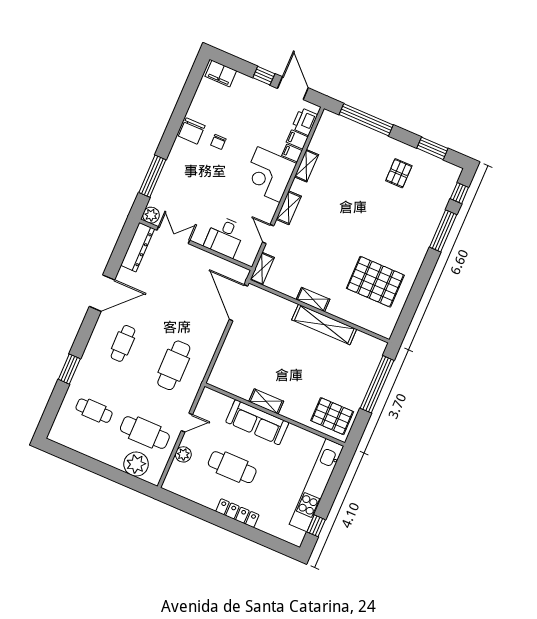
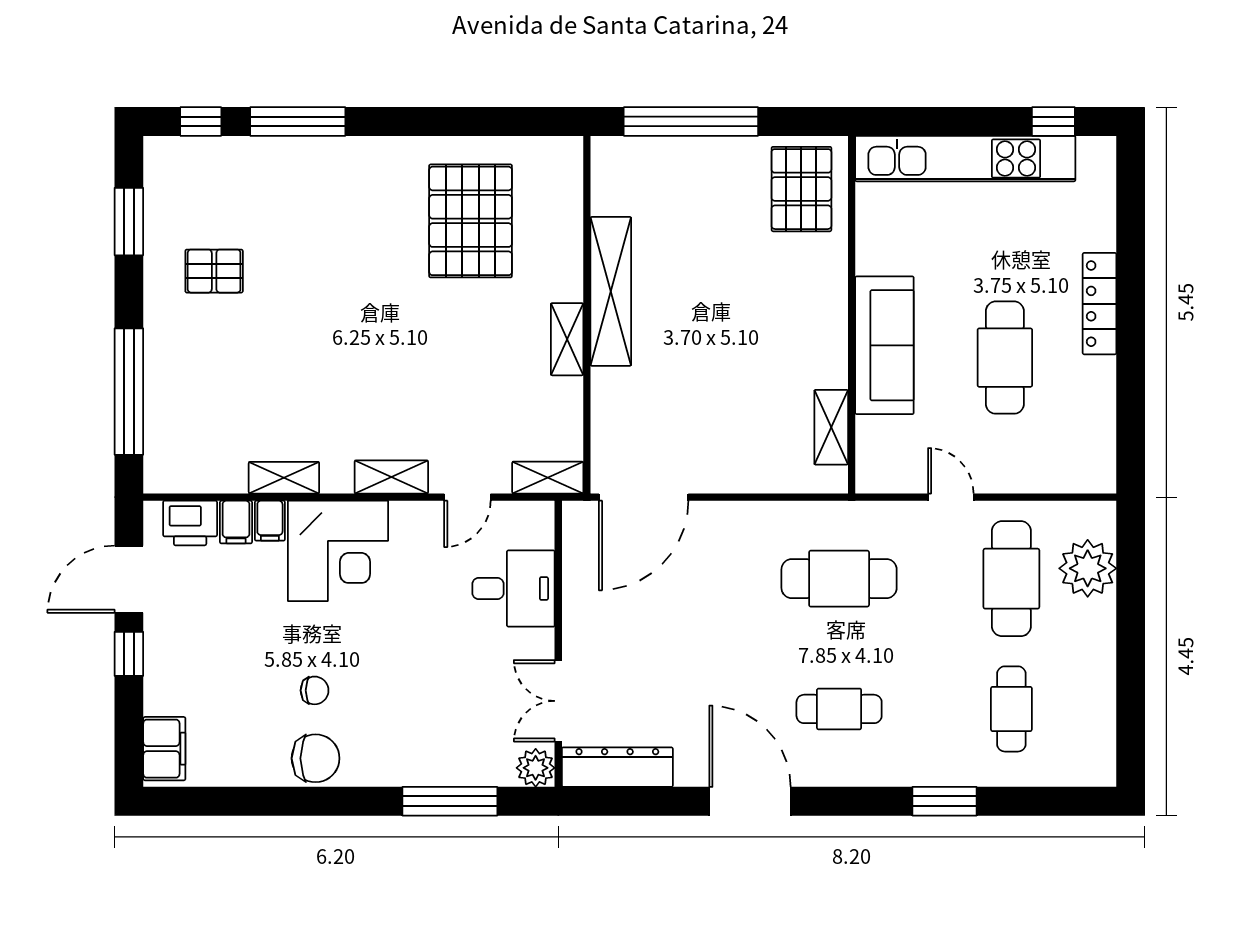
shelving: (266, 401) -> (831, 427), moved
plant: (183, 454) -> (1023, 475), removed

